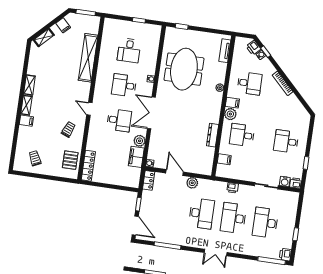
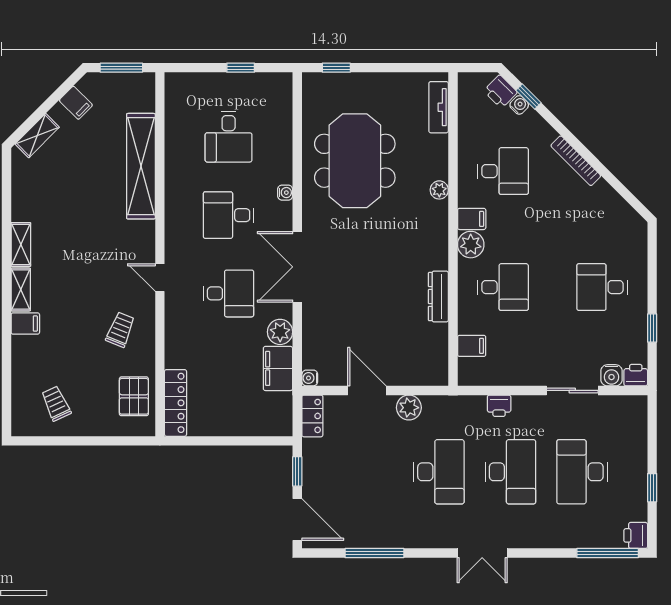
desk: (242, 135) -> (503, 287), turned 180
desk: (233, 218) -> (510, 472), turned 180

